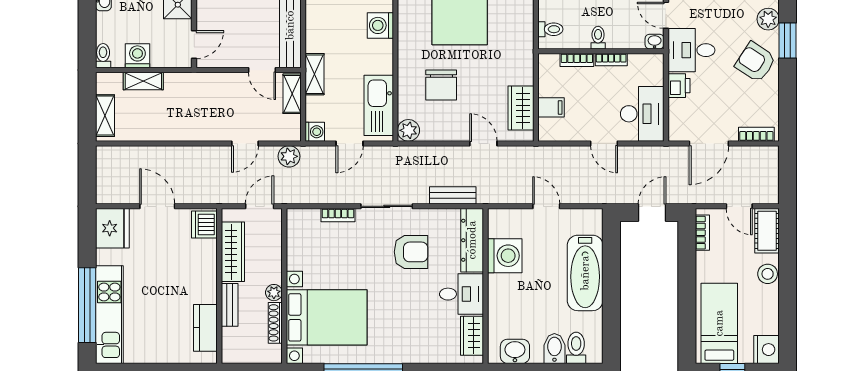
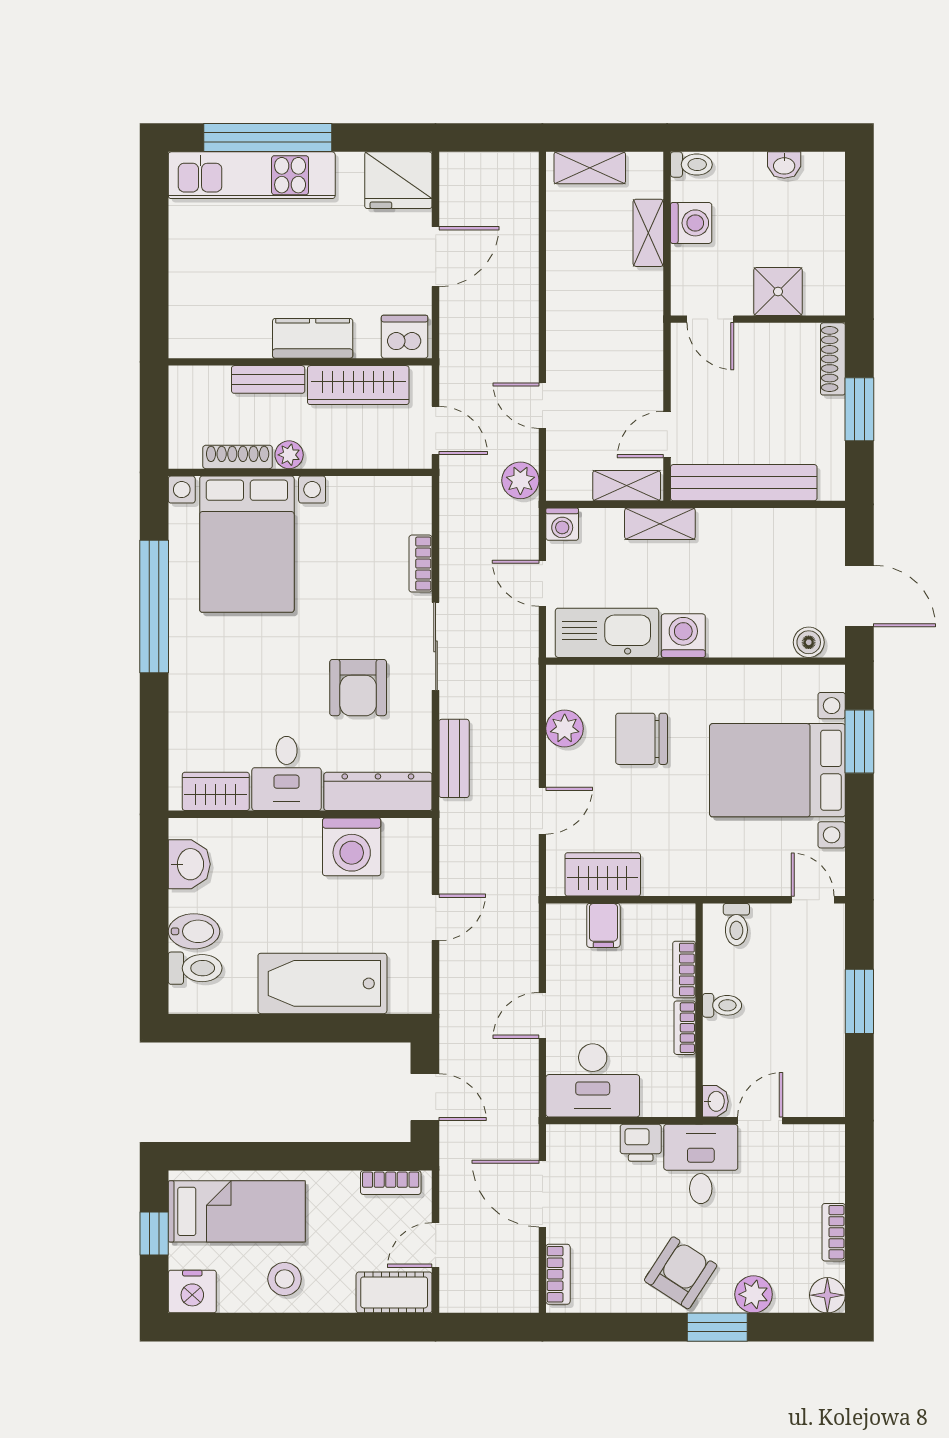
washing machine: (380, 25) -> (683, 636), moved
plant: (408, 130) -> (565, 729), moved
stool: (768, 274) -> (285, 1279), moved
kitchen counter: (205, 328) -> (313, 338), moved

